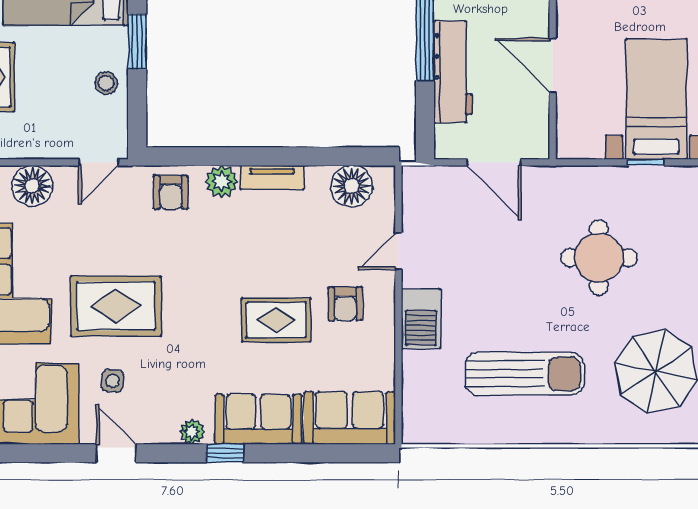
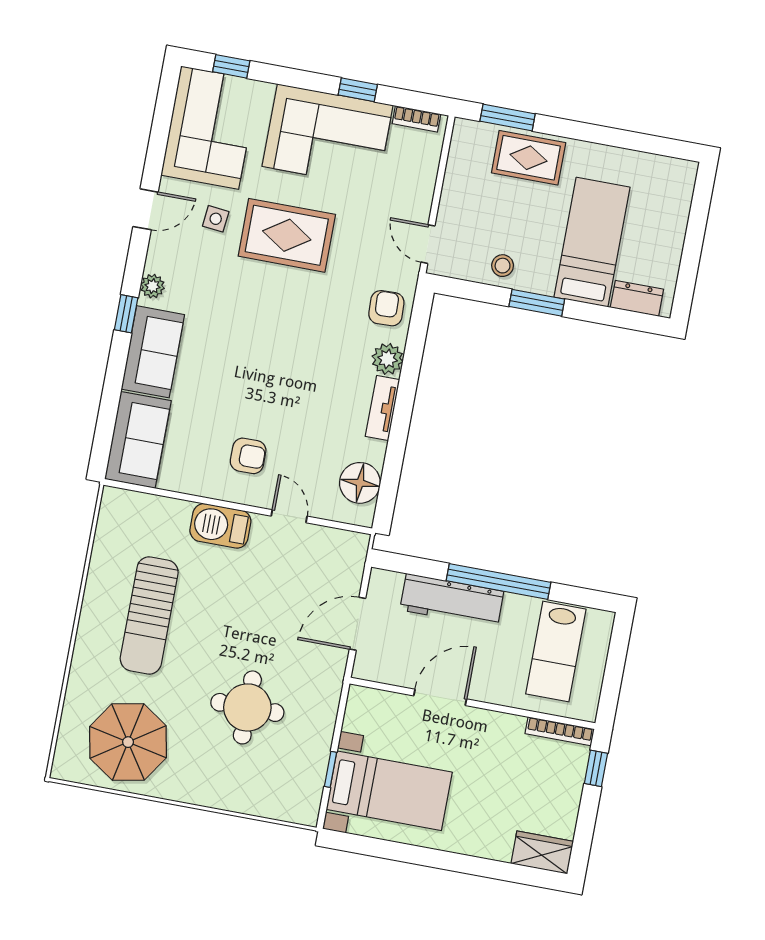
floor lamp: (32, 186) -> (417, 176), removed
armchair: (171, 192) -> (386, 308), turned 88
armchair: (345, 304) -> (248, 456), turned 180
rug: (116, 306) -> (287, 235), turned 90
rug: (276, 320) -> (245, 387), removed

